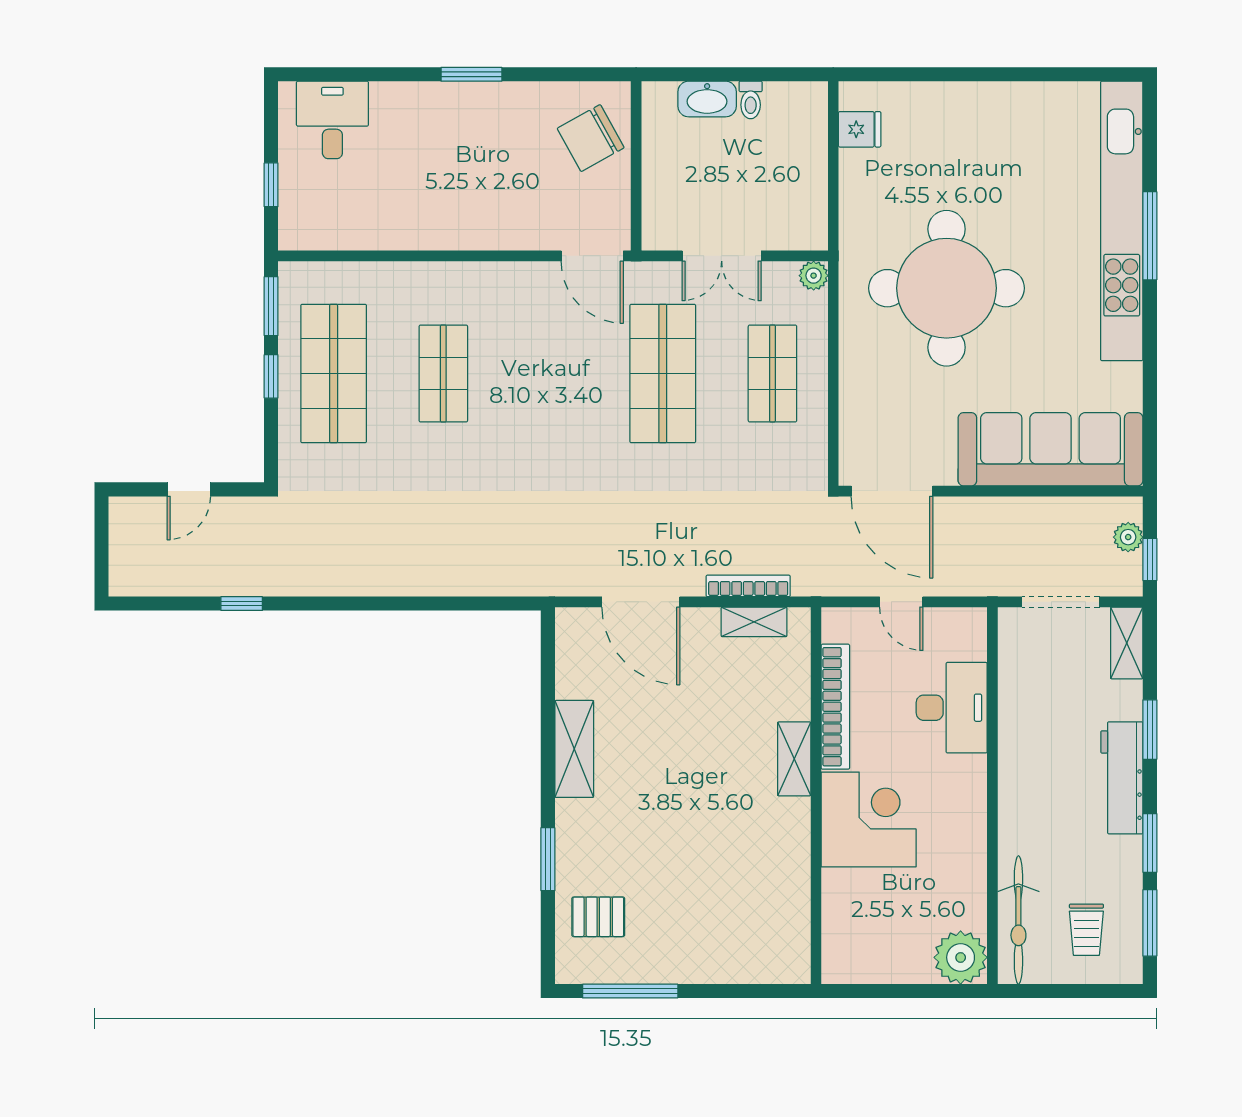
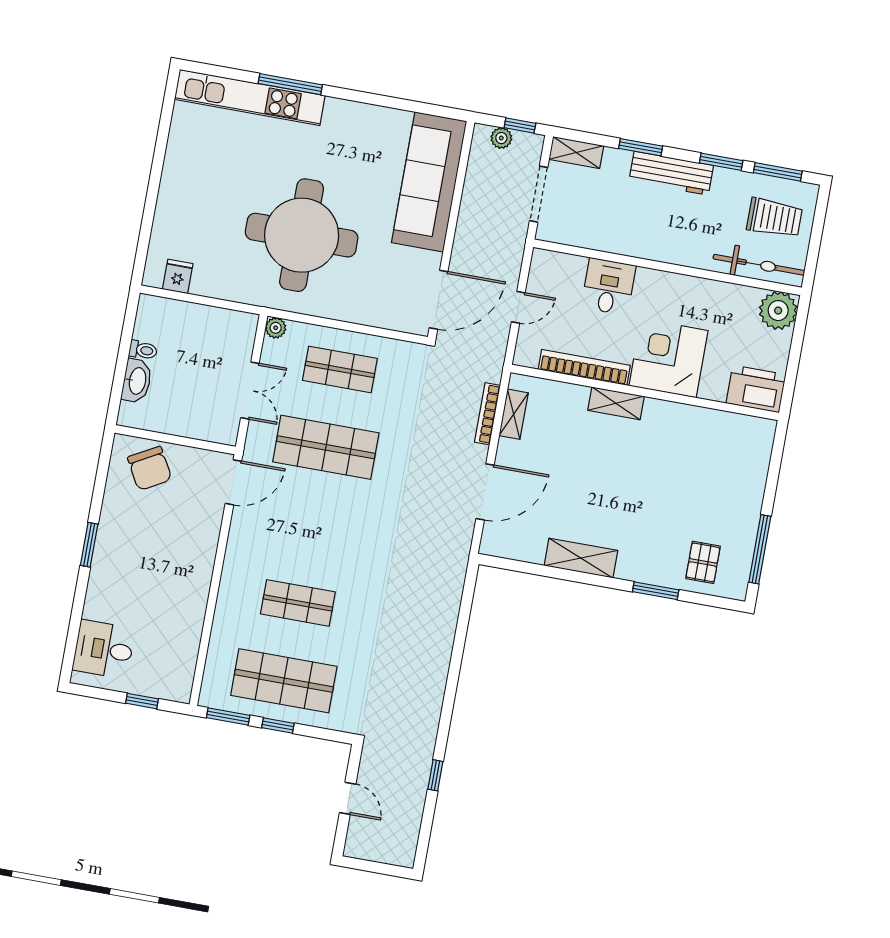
kitchen unit: (1122, 221) -> (250, 97), width x0.73
desk: (952, 708) -> (609, 287), width x0.73
trolley: (1086, 930) -> (774, 218), width x1.36, depth x1.39
printer: (848, 946) -> (756, 389), added

